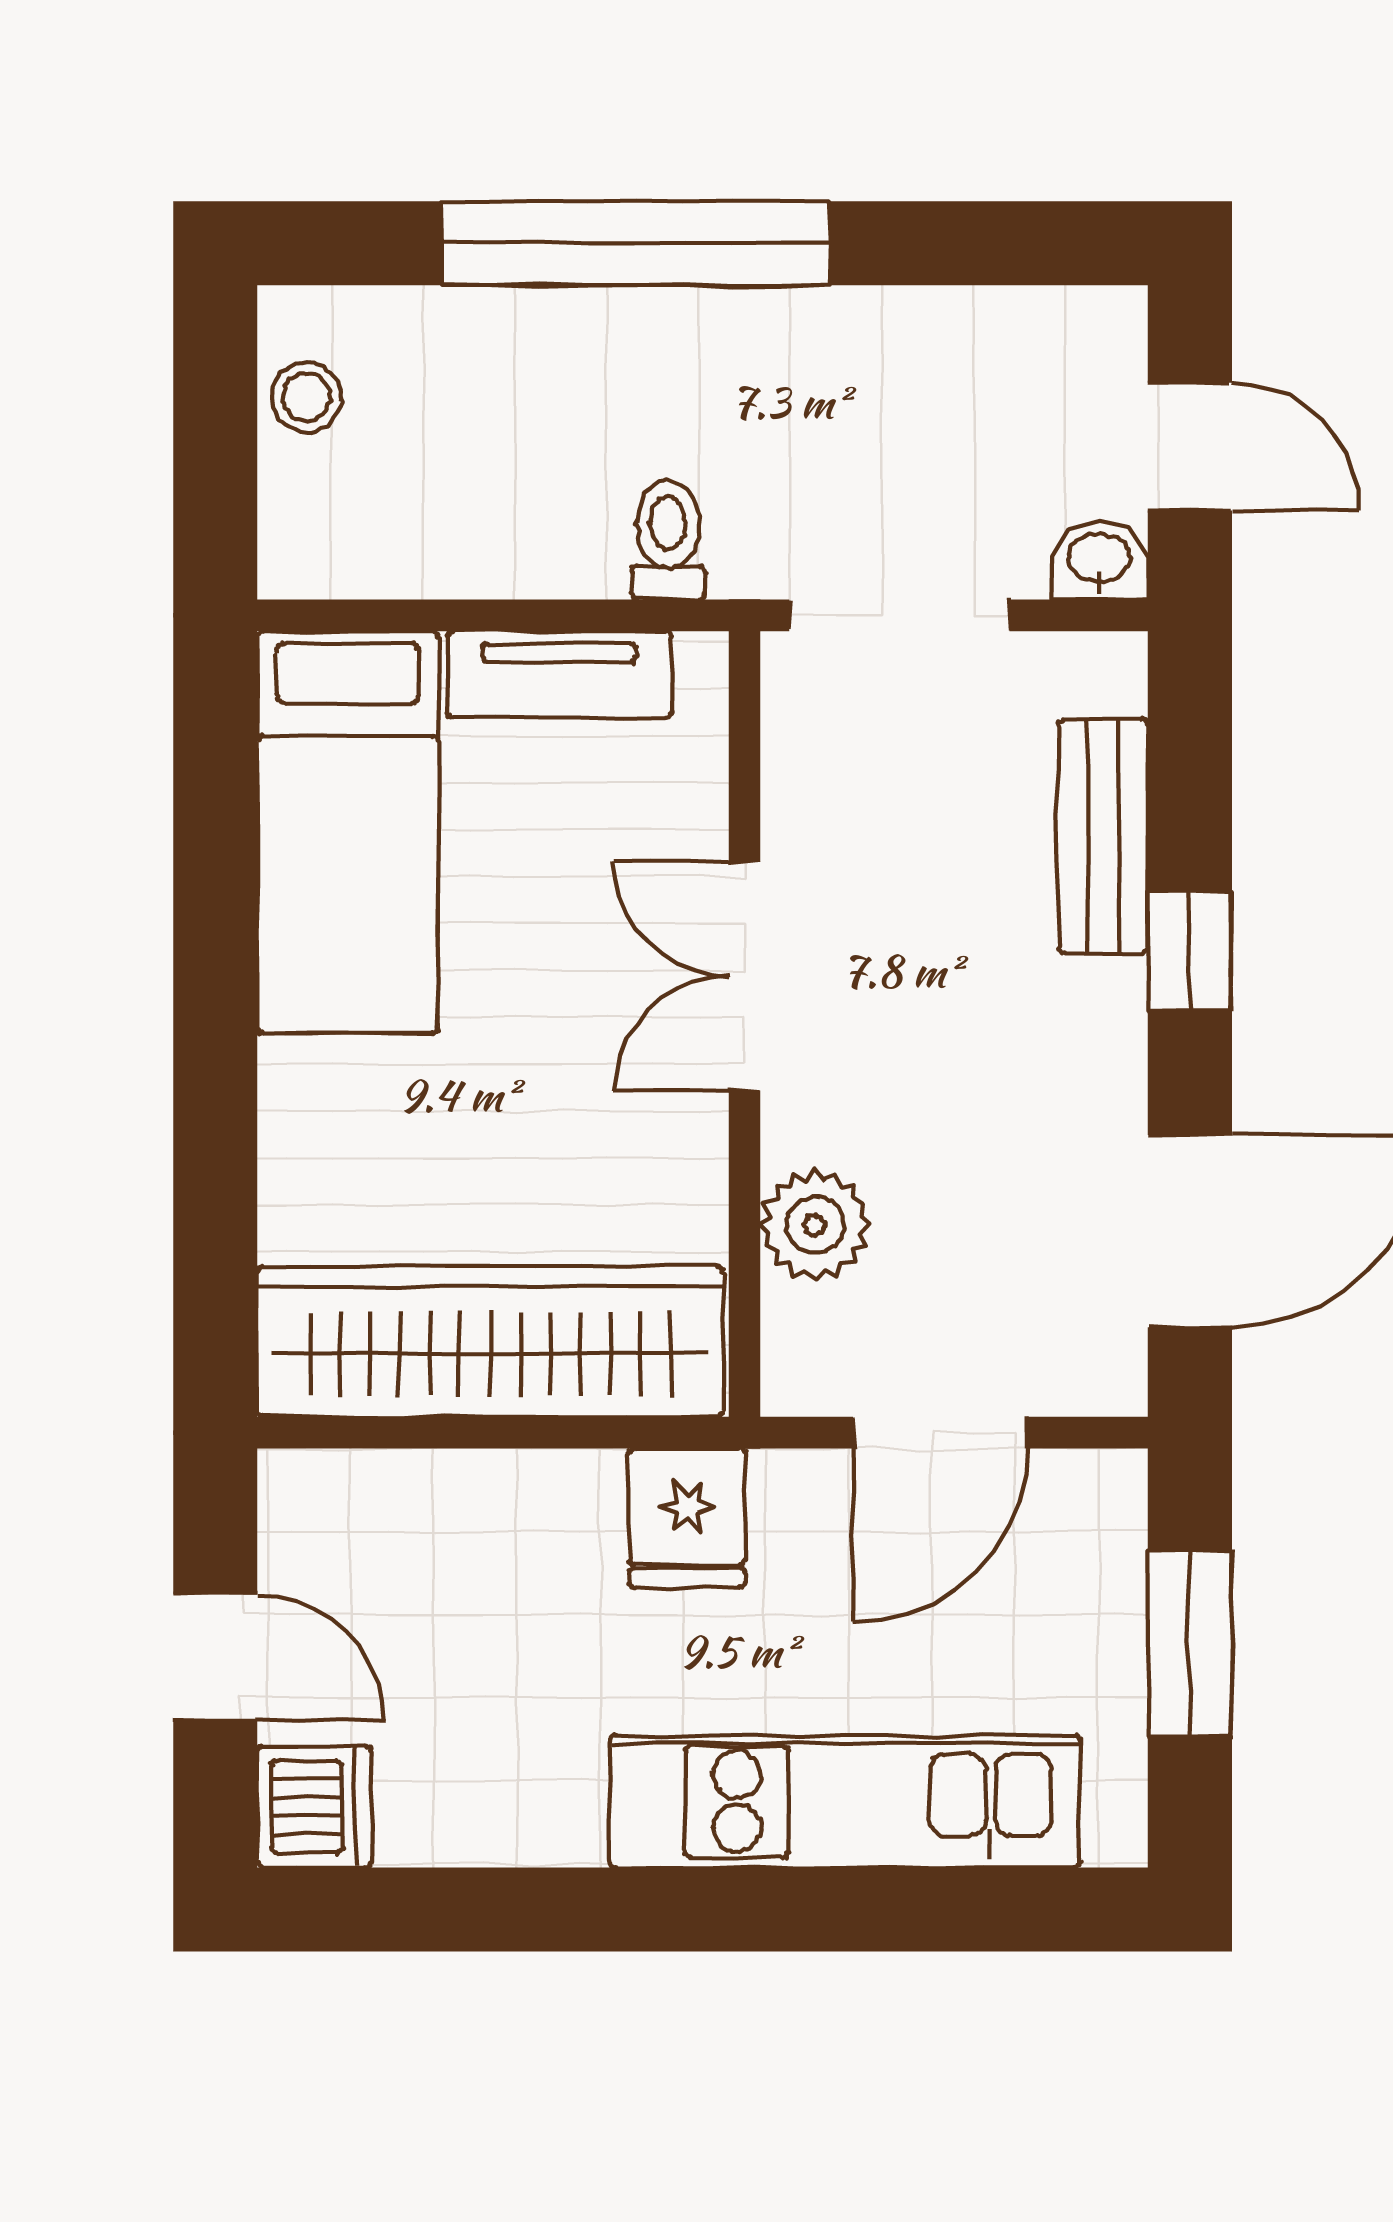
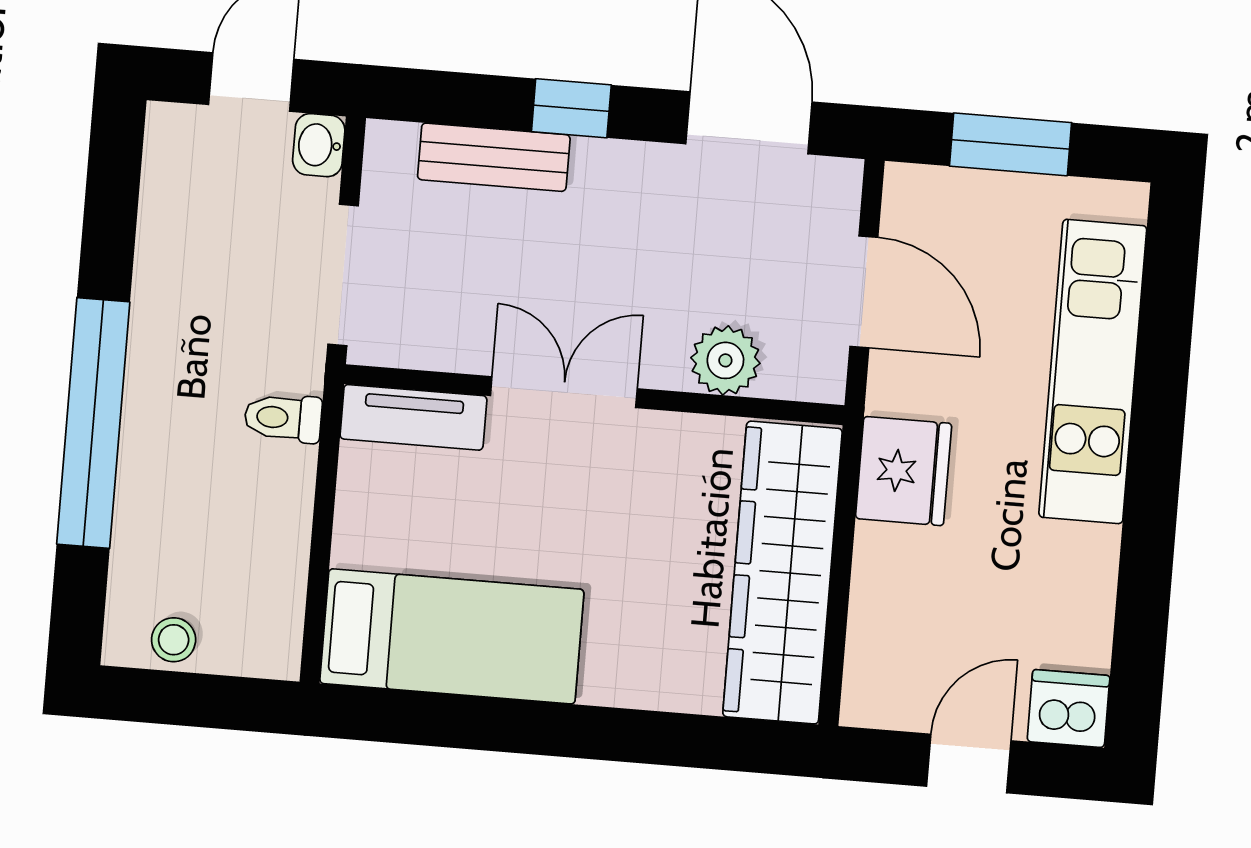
tv unit: (559, 674) -> (413, 417), moved, turned 90
double door: (744, 976) -> (564, 392), swing flipped
fridge: (687, 1518) -> (904, 471), width x1.38

